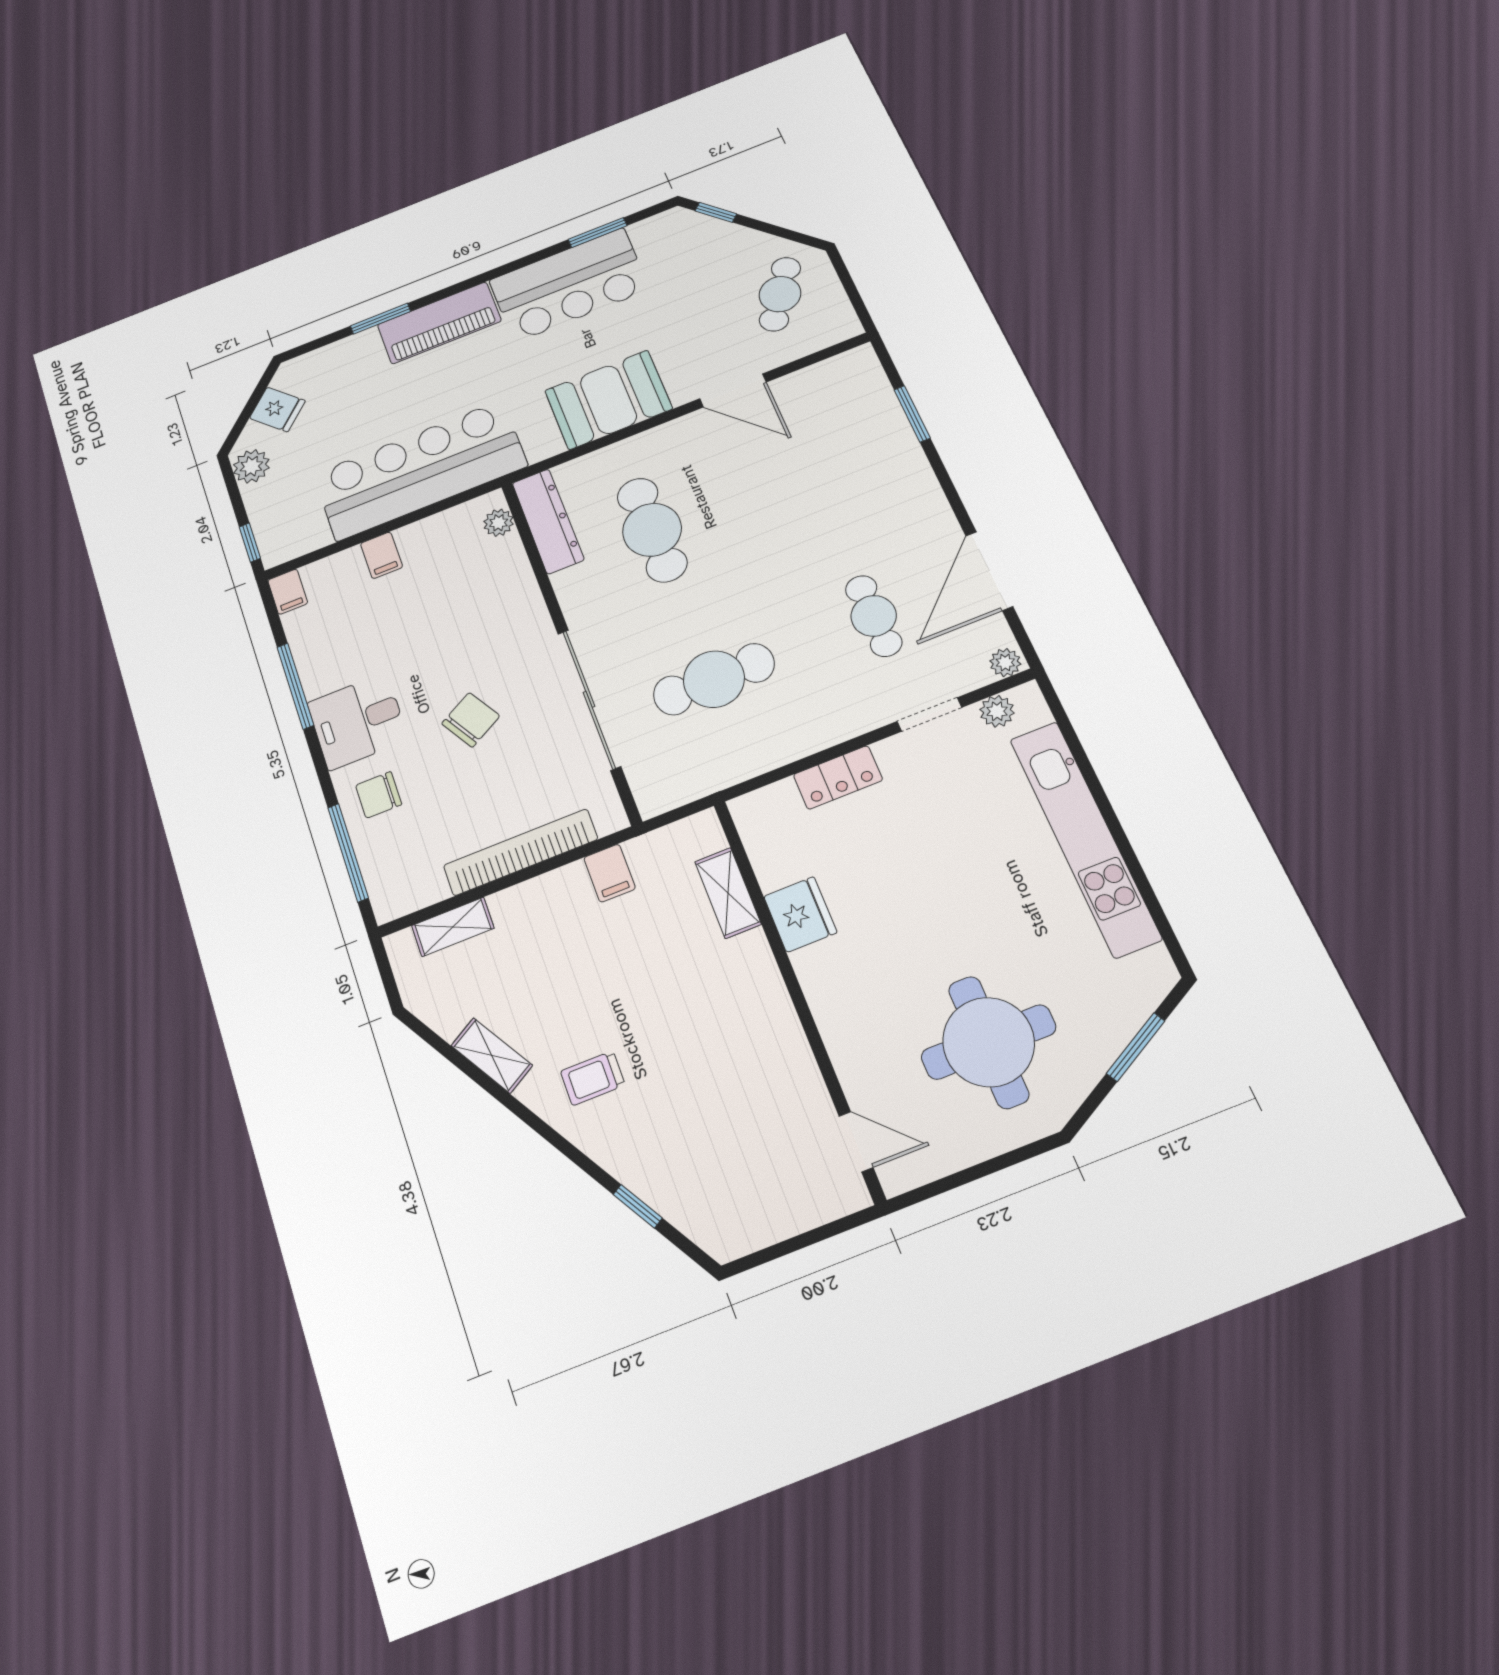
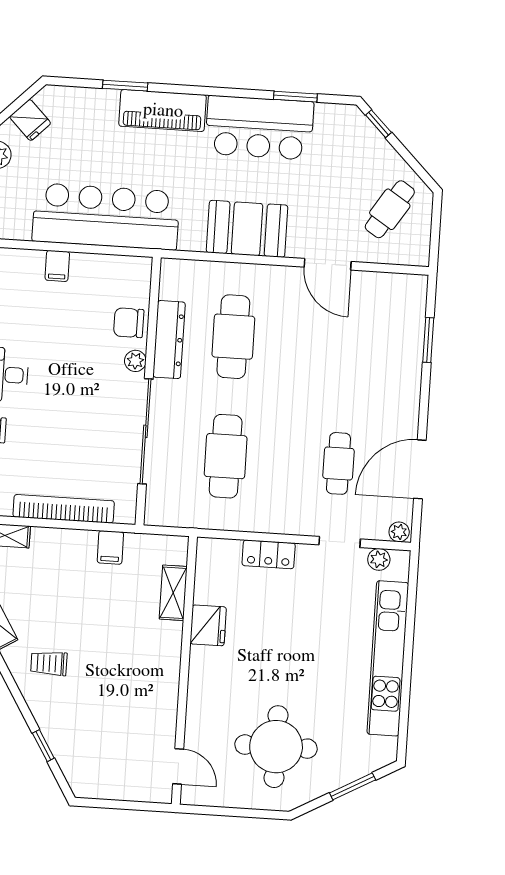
dresser: (548, 521) -> (169, 340), moved
plant: (499, 523) -> (135, 361), moved
cafe table: (714, 679) -> (226, 456), turned 90
chair: (471, 720) -> (129, 323), moved, turned -150

